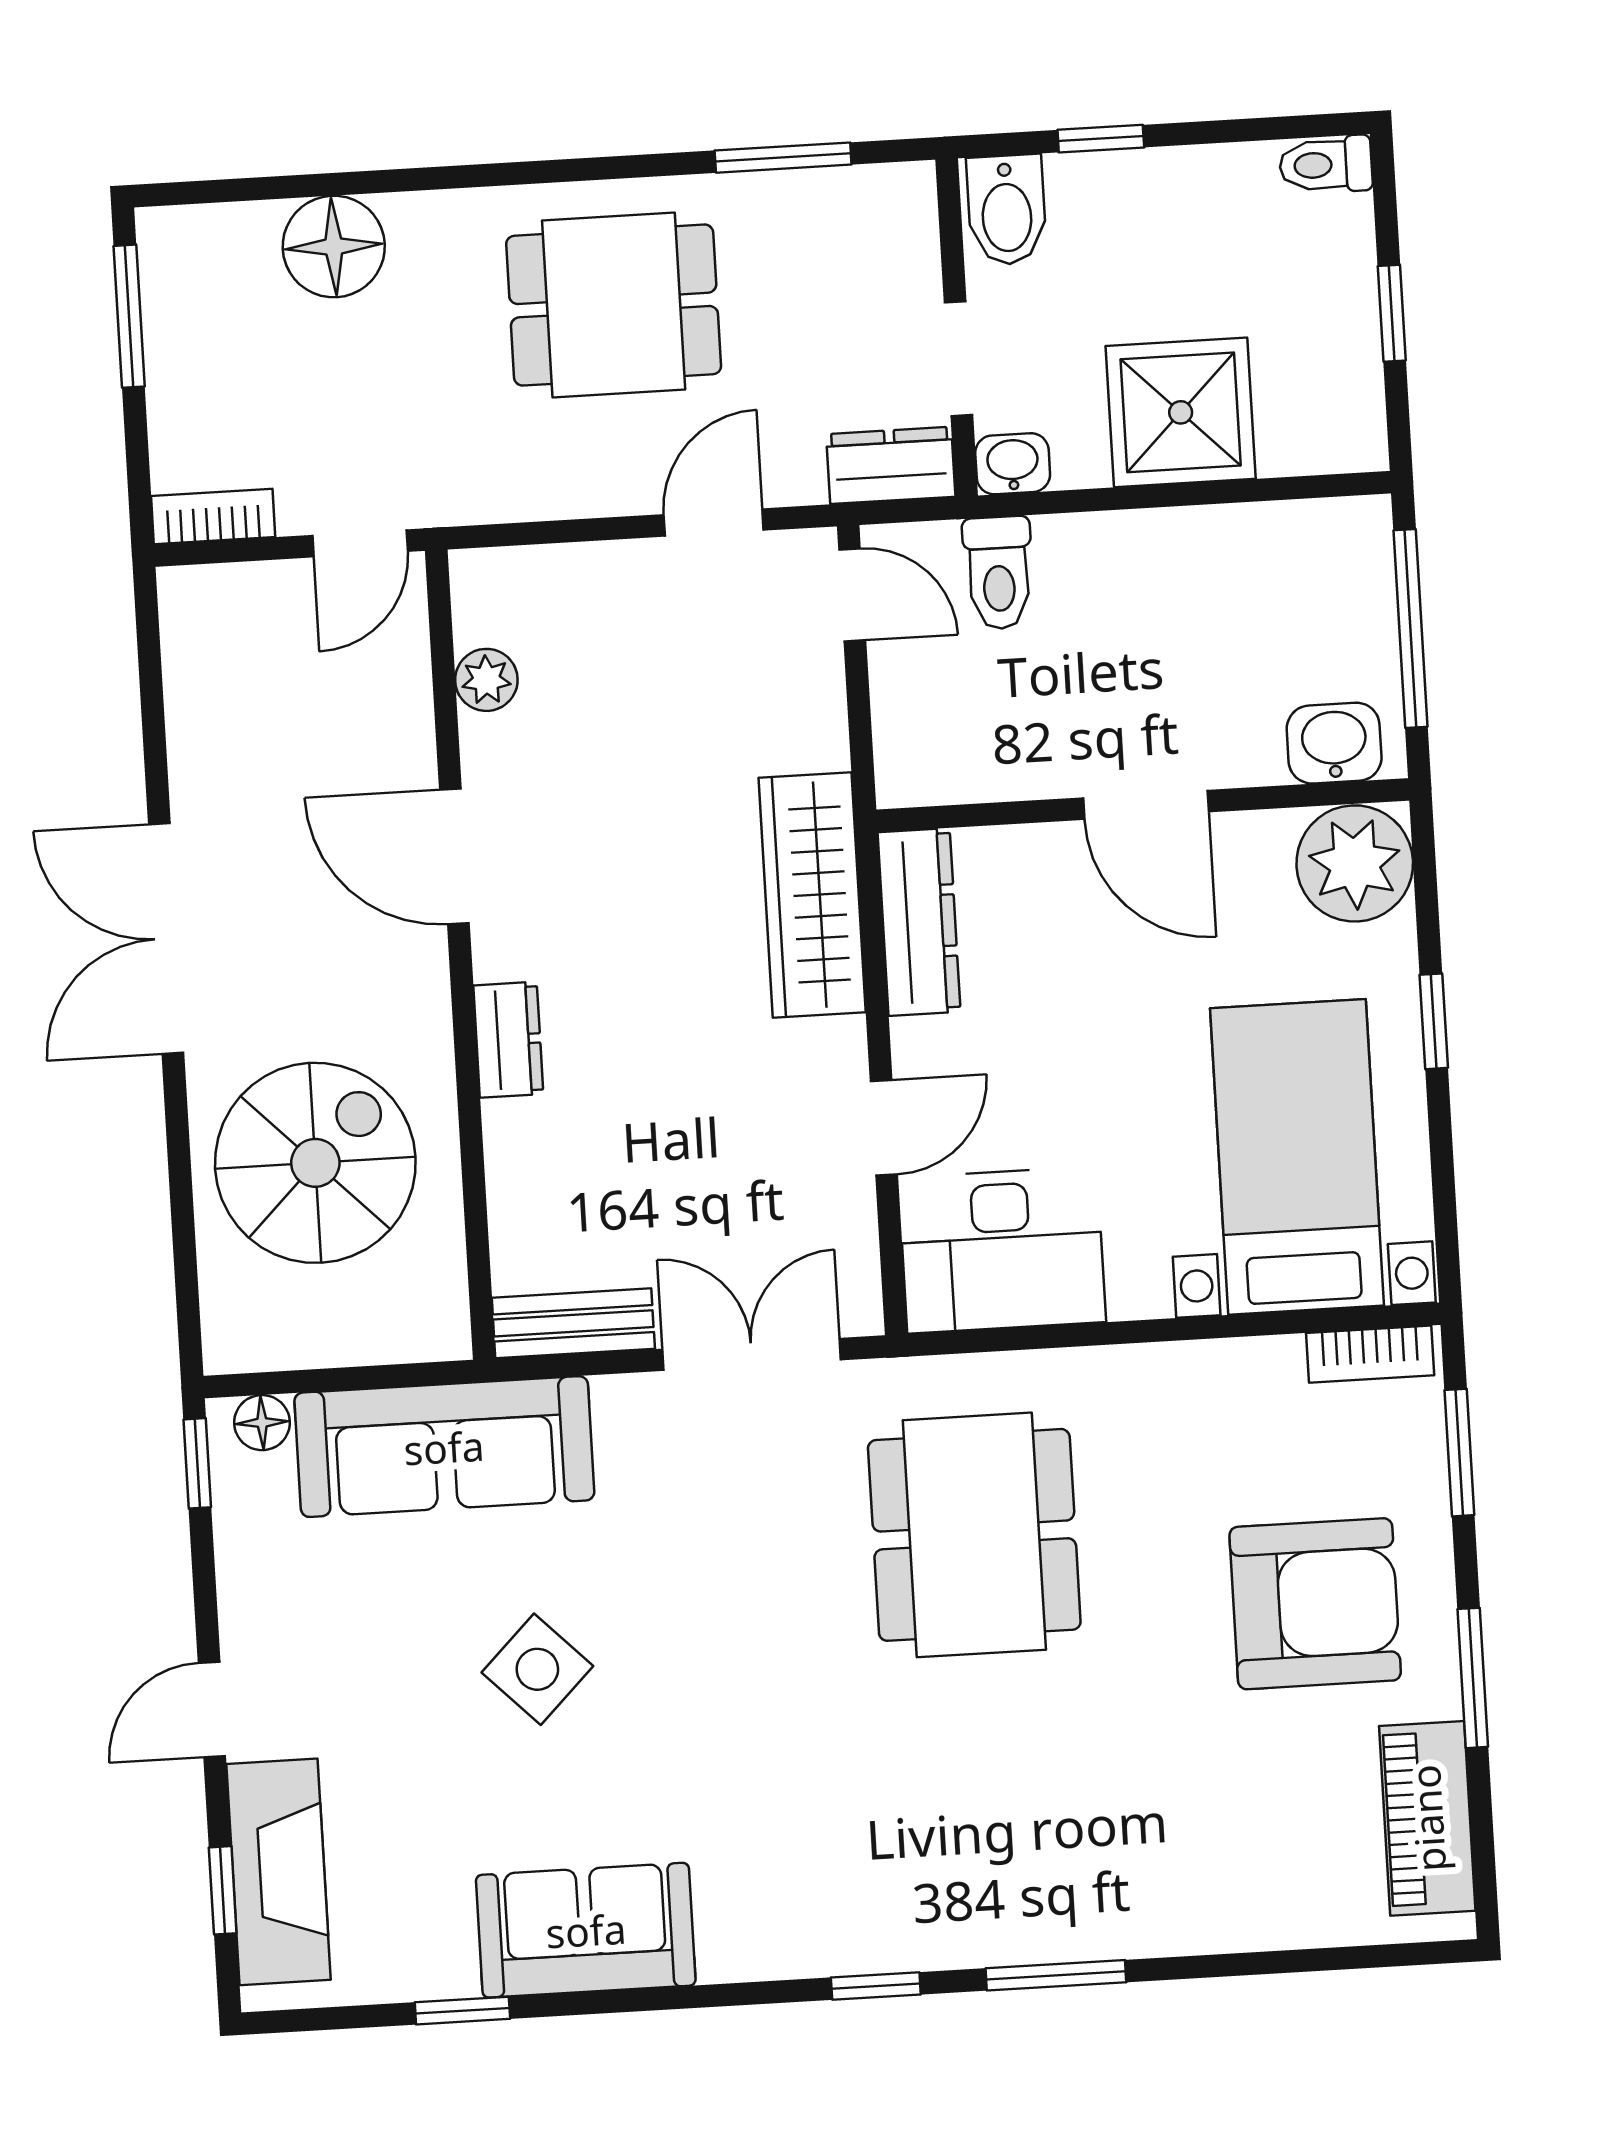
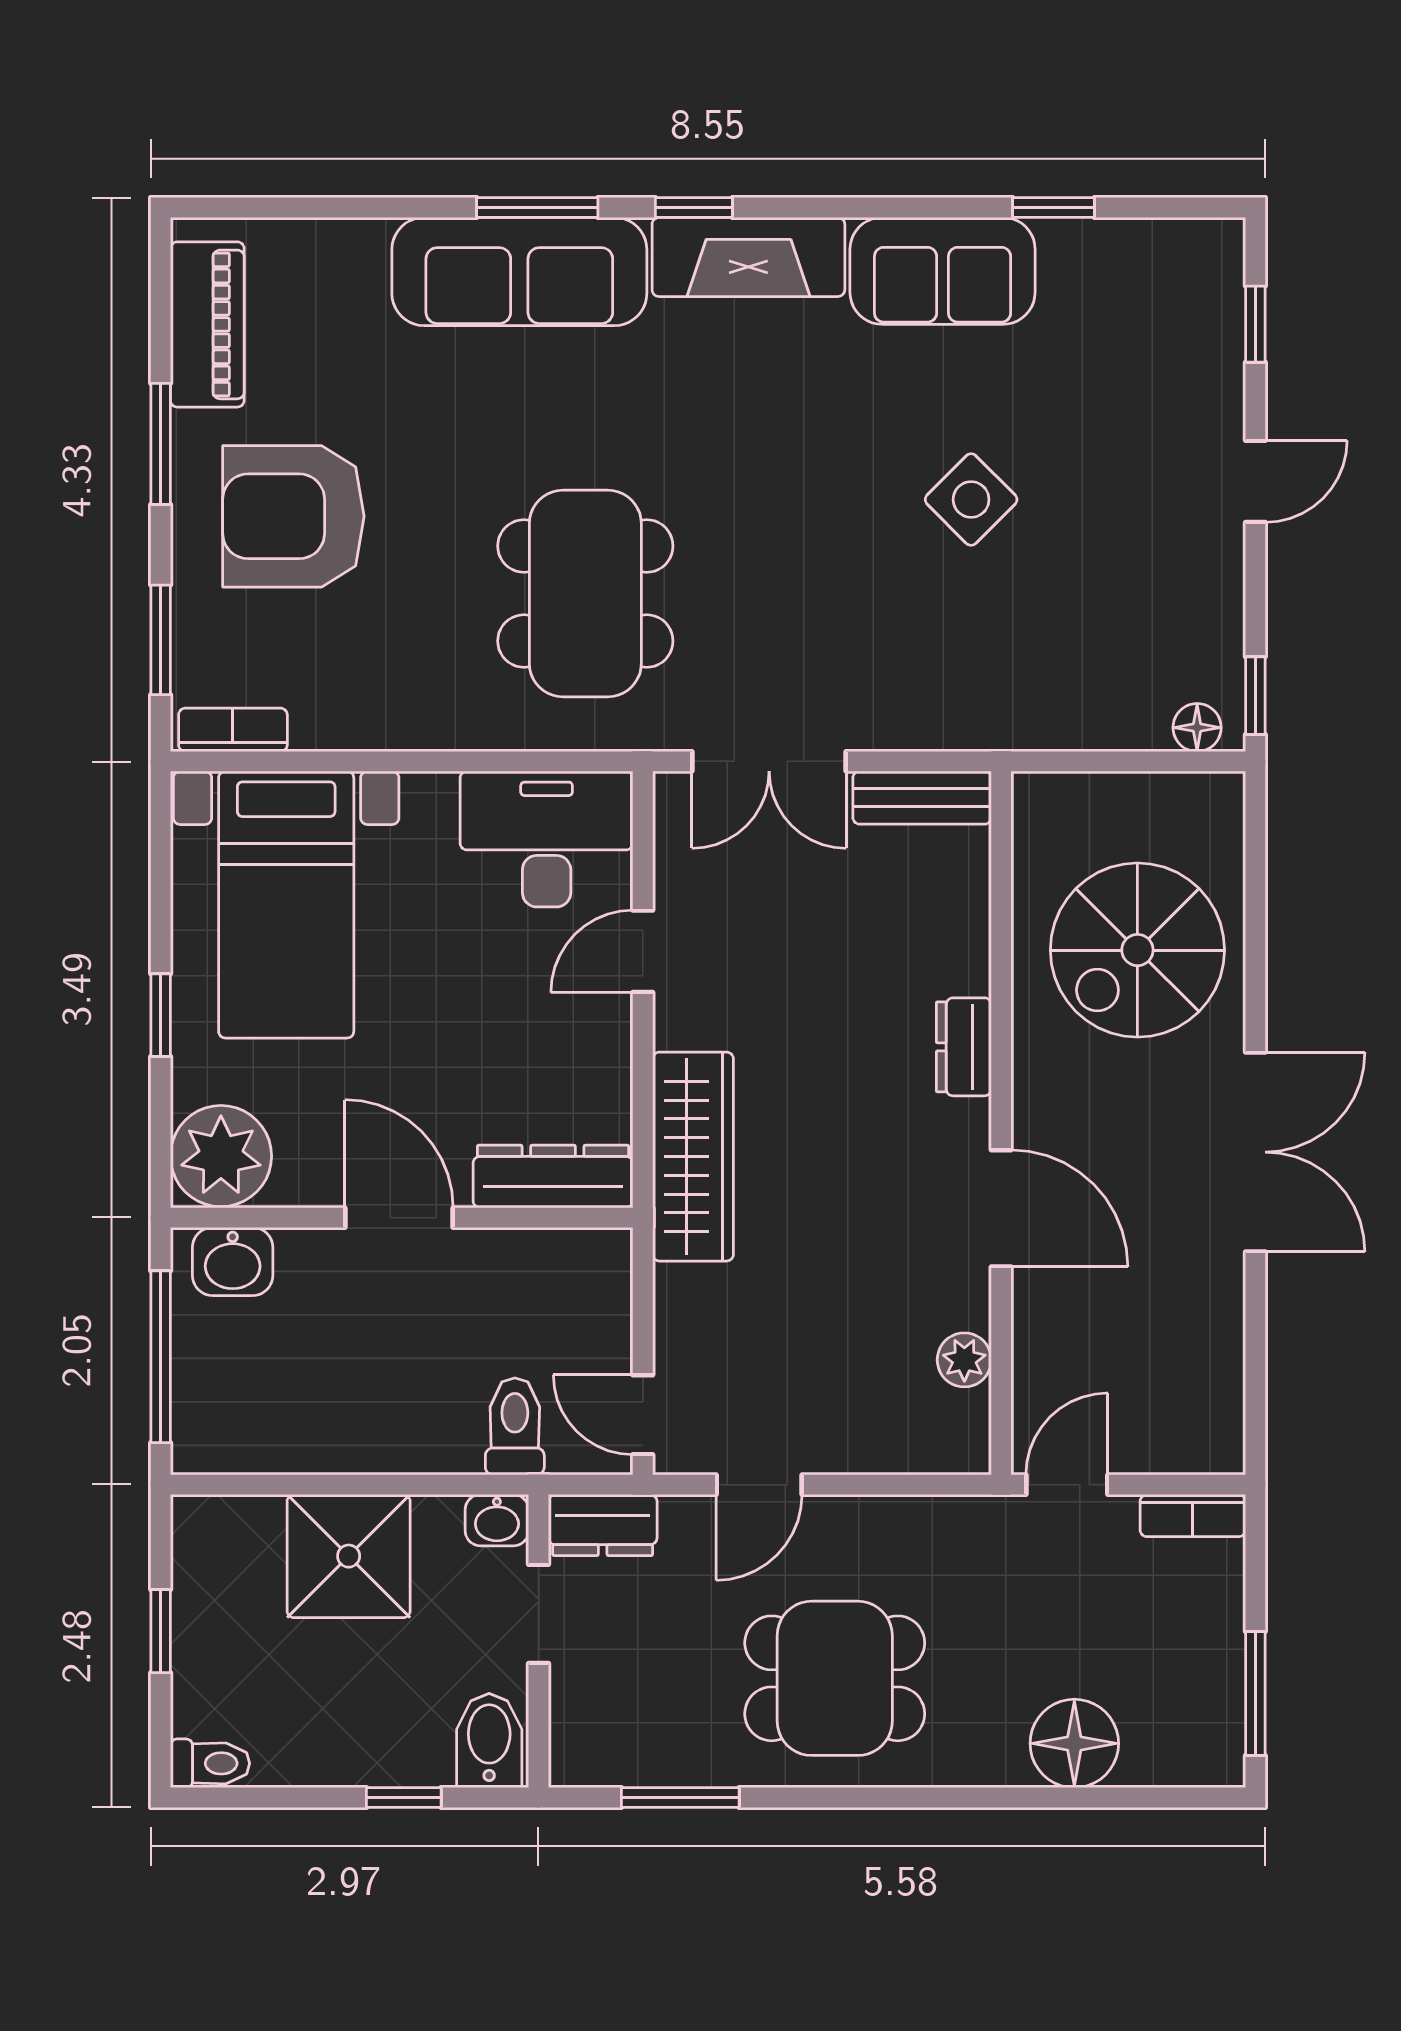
dresser: (919, 922) -> (553, 1176), moved, turned 90
sofa: (444, 1447) -> (519, 271), moved, turned 180
fireplace: (279, 1872) -> (748, 257), moved, turned -90

